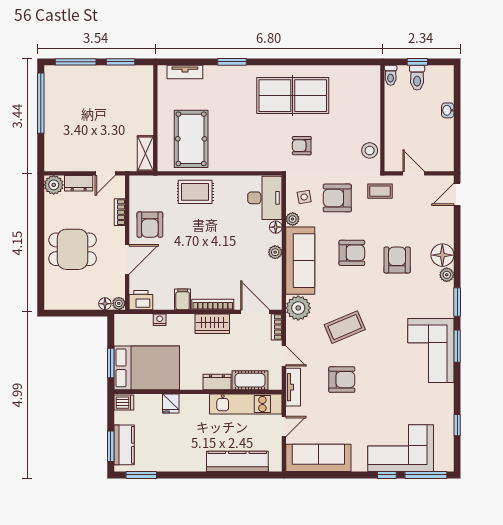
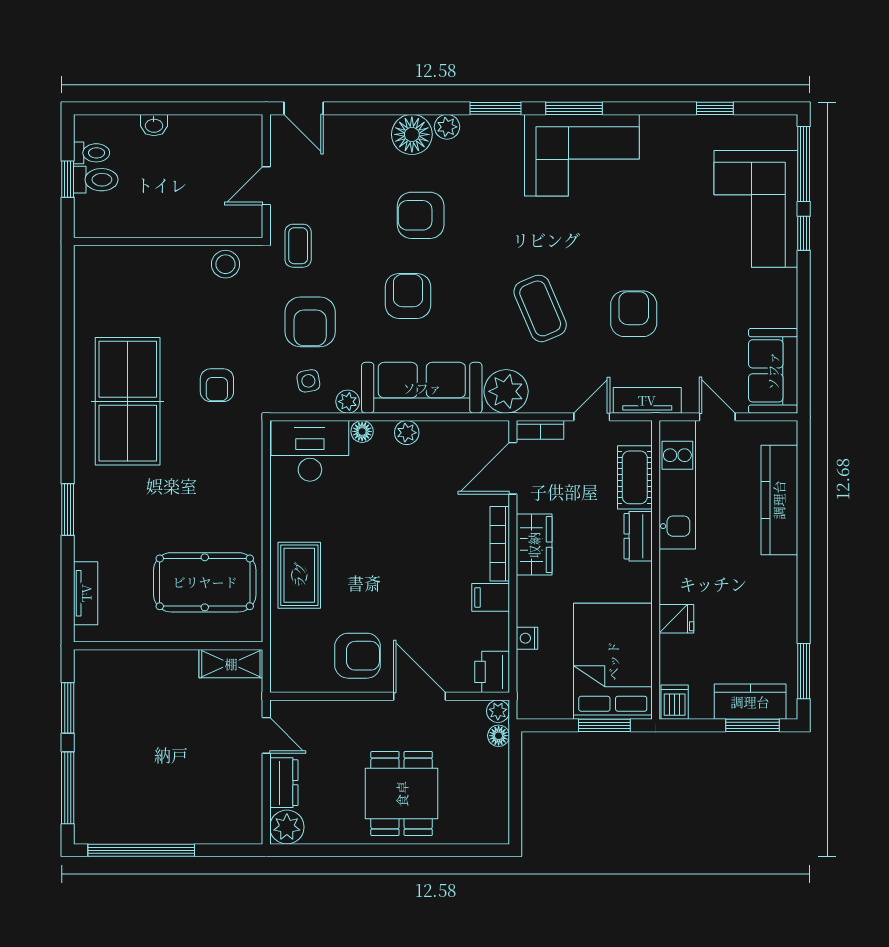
toilet: (391, 75) -> (92, 153), moved
bookcase: (120, 212) -> (335, 709), removed
sofa: (318, 458) -> (773, 371), width x0.73

